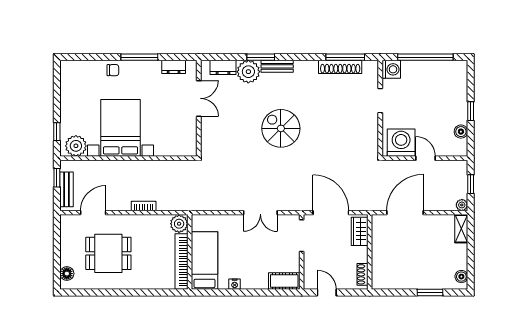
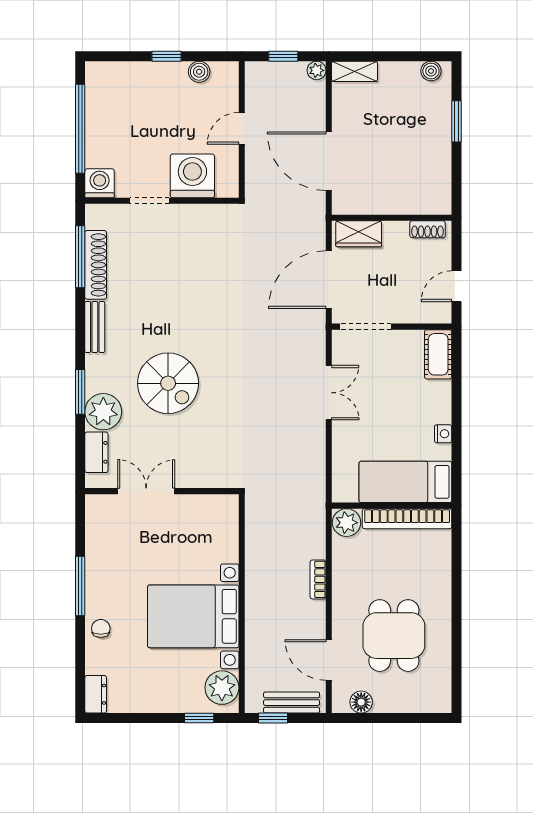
bench: (277, 66) -> (95, 327), moved
dresser: (174, 67) -> (96, 694), moved
spiral stairs: (281, 128) -> (168, 383), moved, turned -90
washing machine: (401, 143) -> (192, 176), moved, turned 90
floor lamp: (67, 274) -> (361, 702), moved

